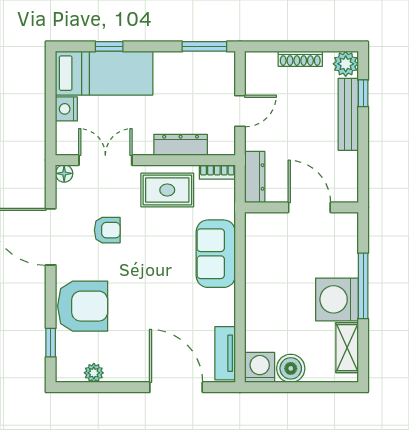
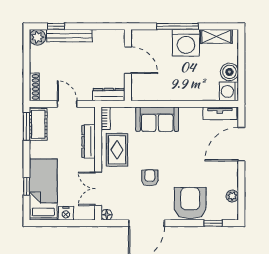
shoe rack: (300, 59) -> (34, 87), moved
cot: (208, 65) -> (38, 124), added
door: (309, 207) -> (128, 60), swing flipped
armchair: (107, 230) -> (150, 178), moved

